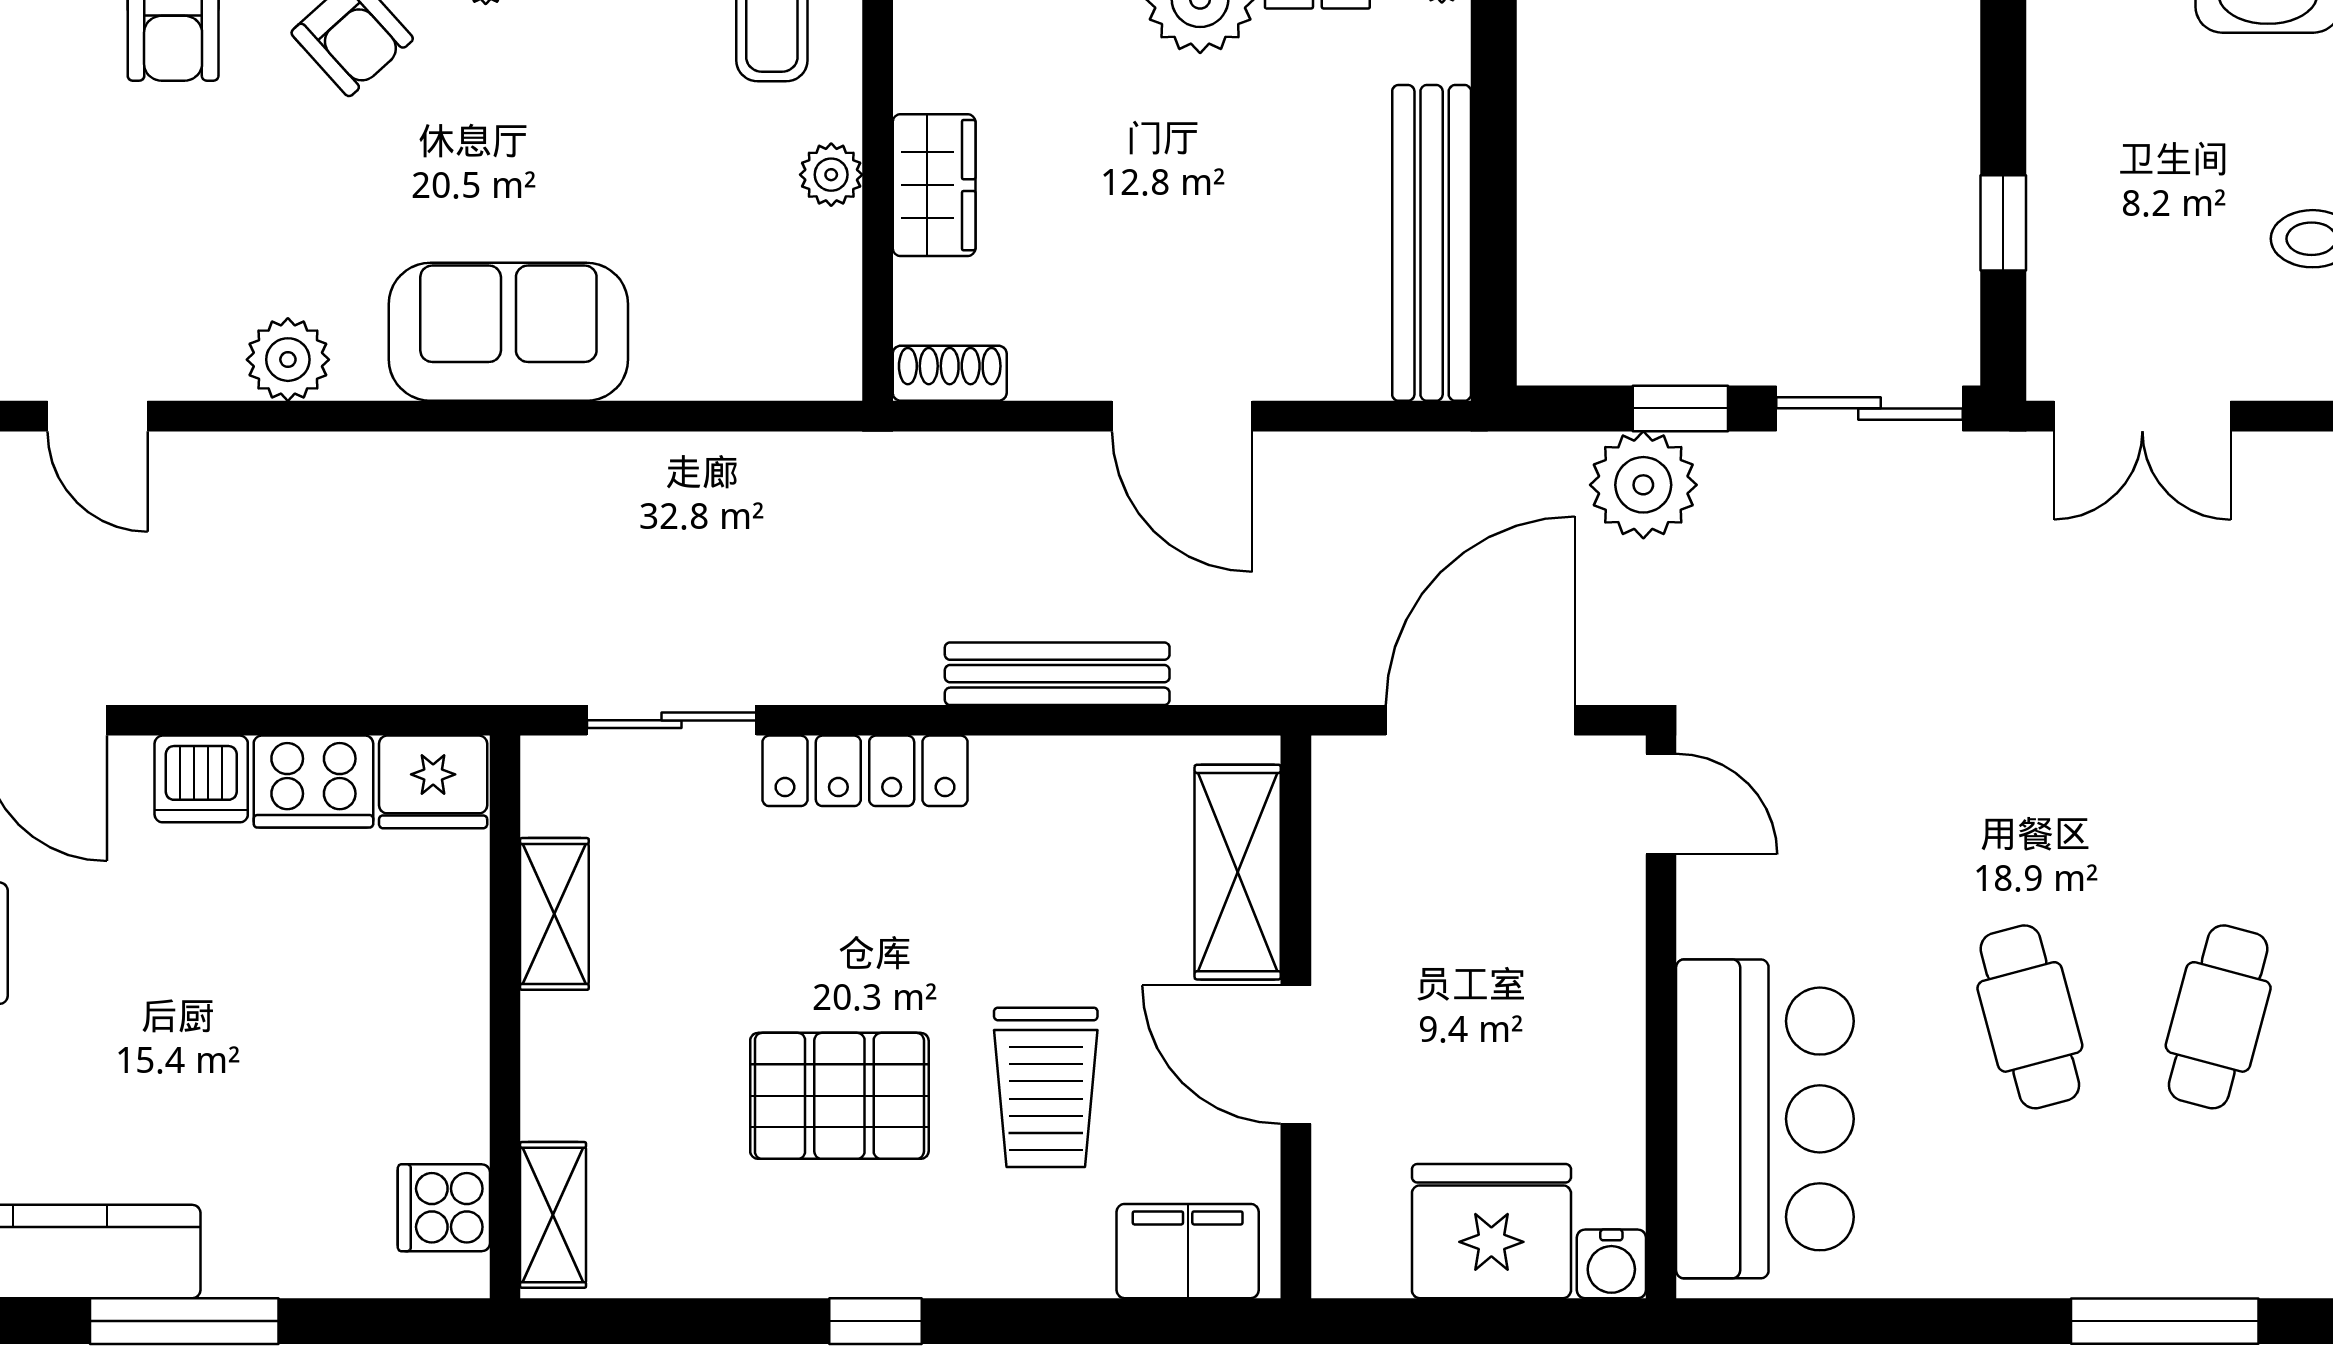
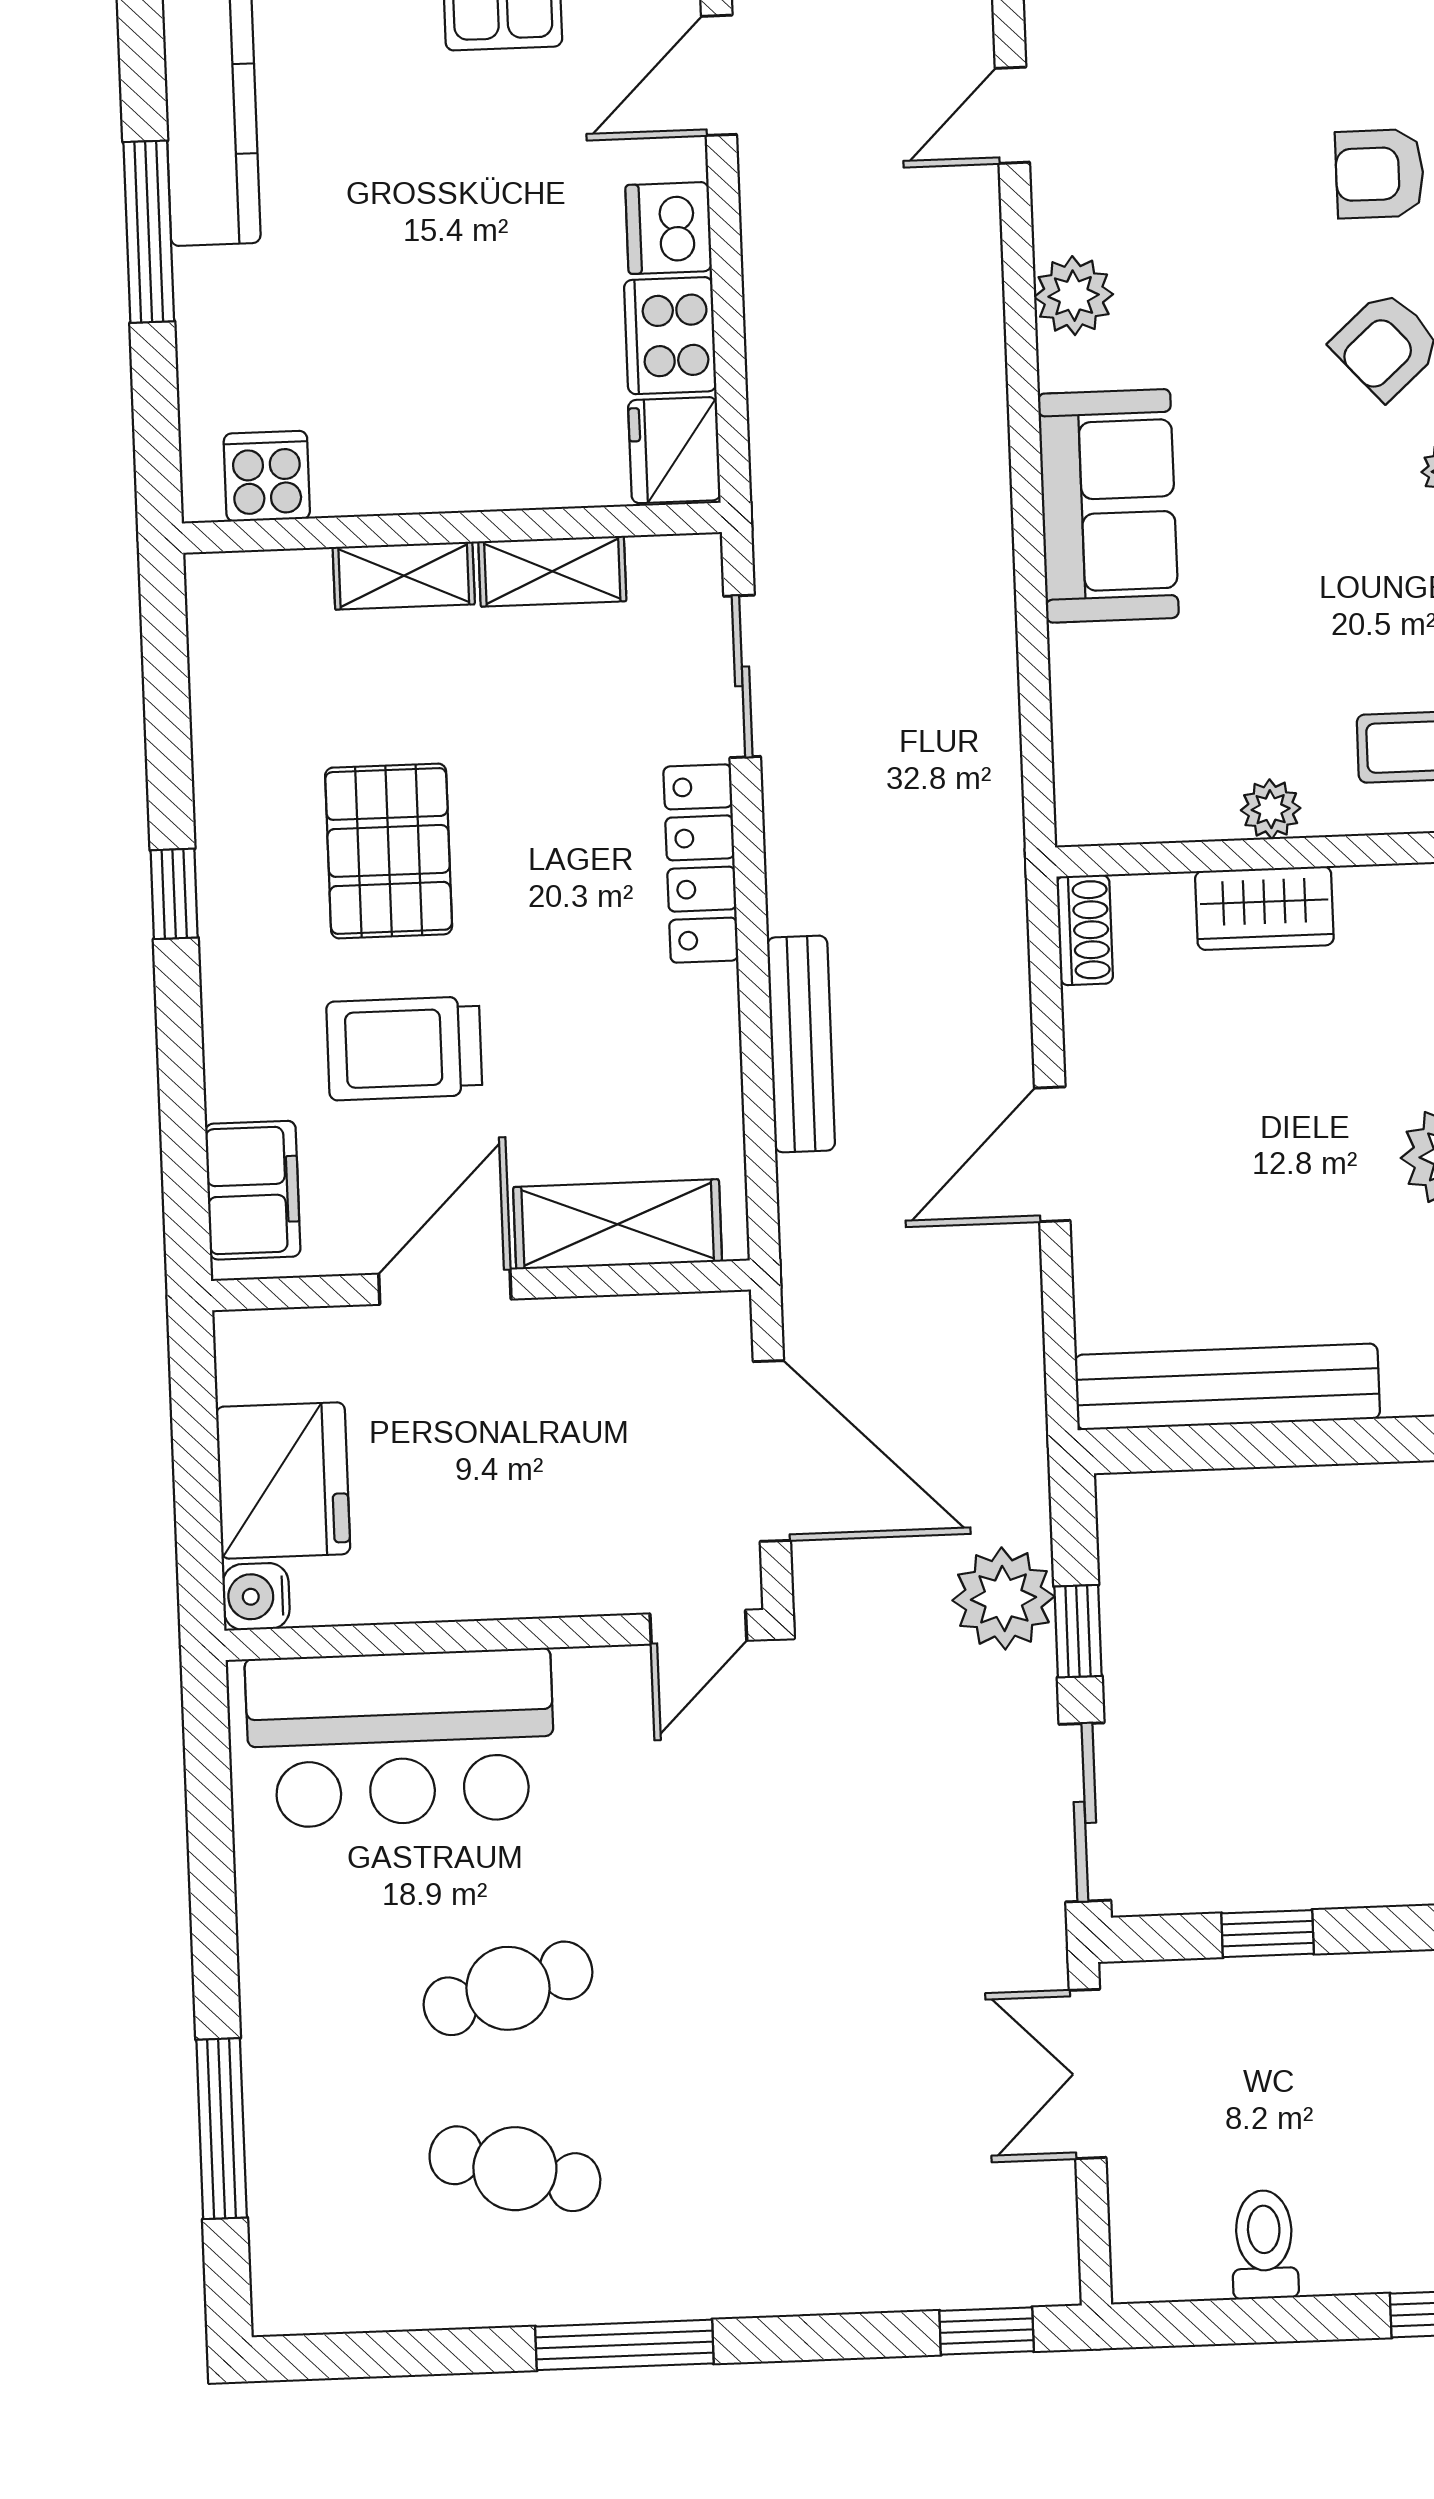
shelving: (553, 1215) -> (404, 576), moved

